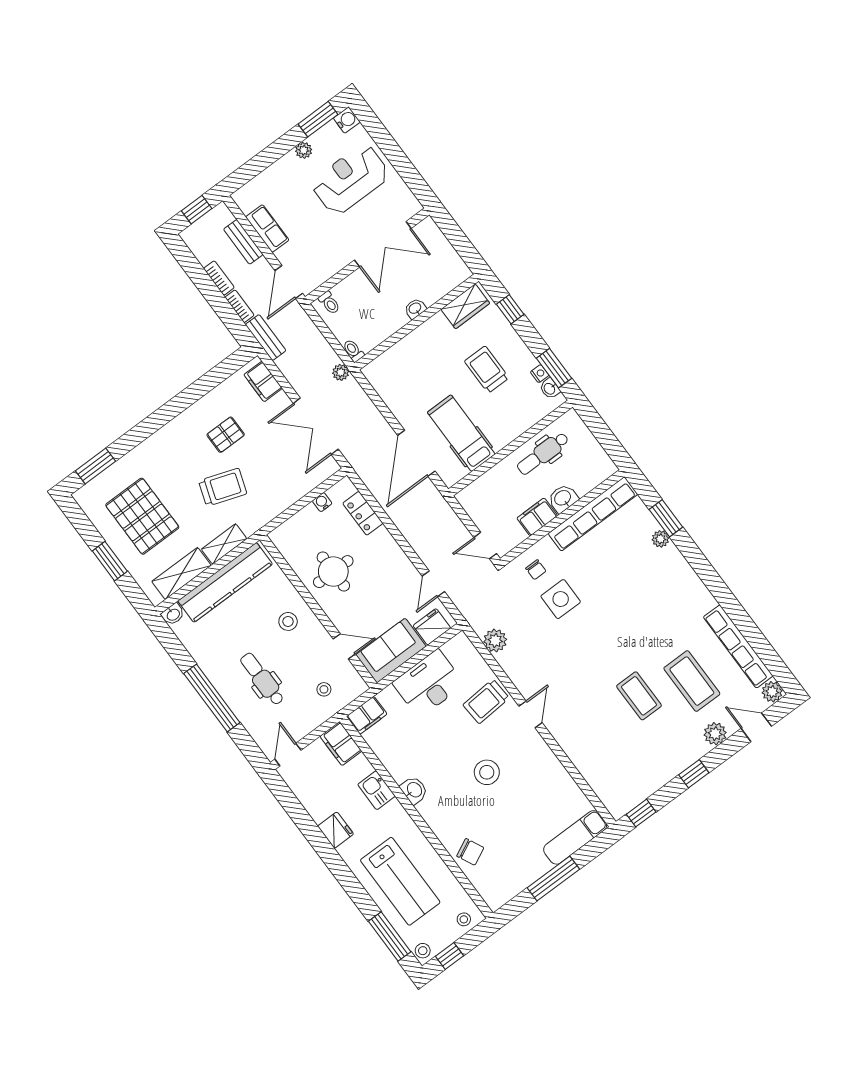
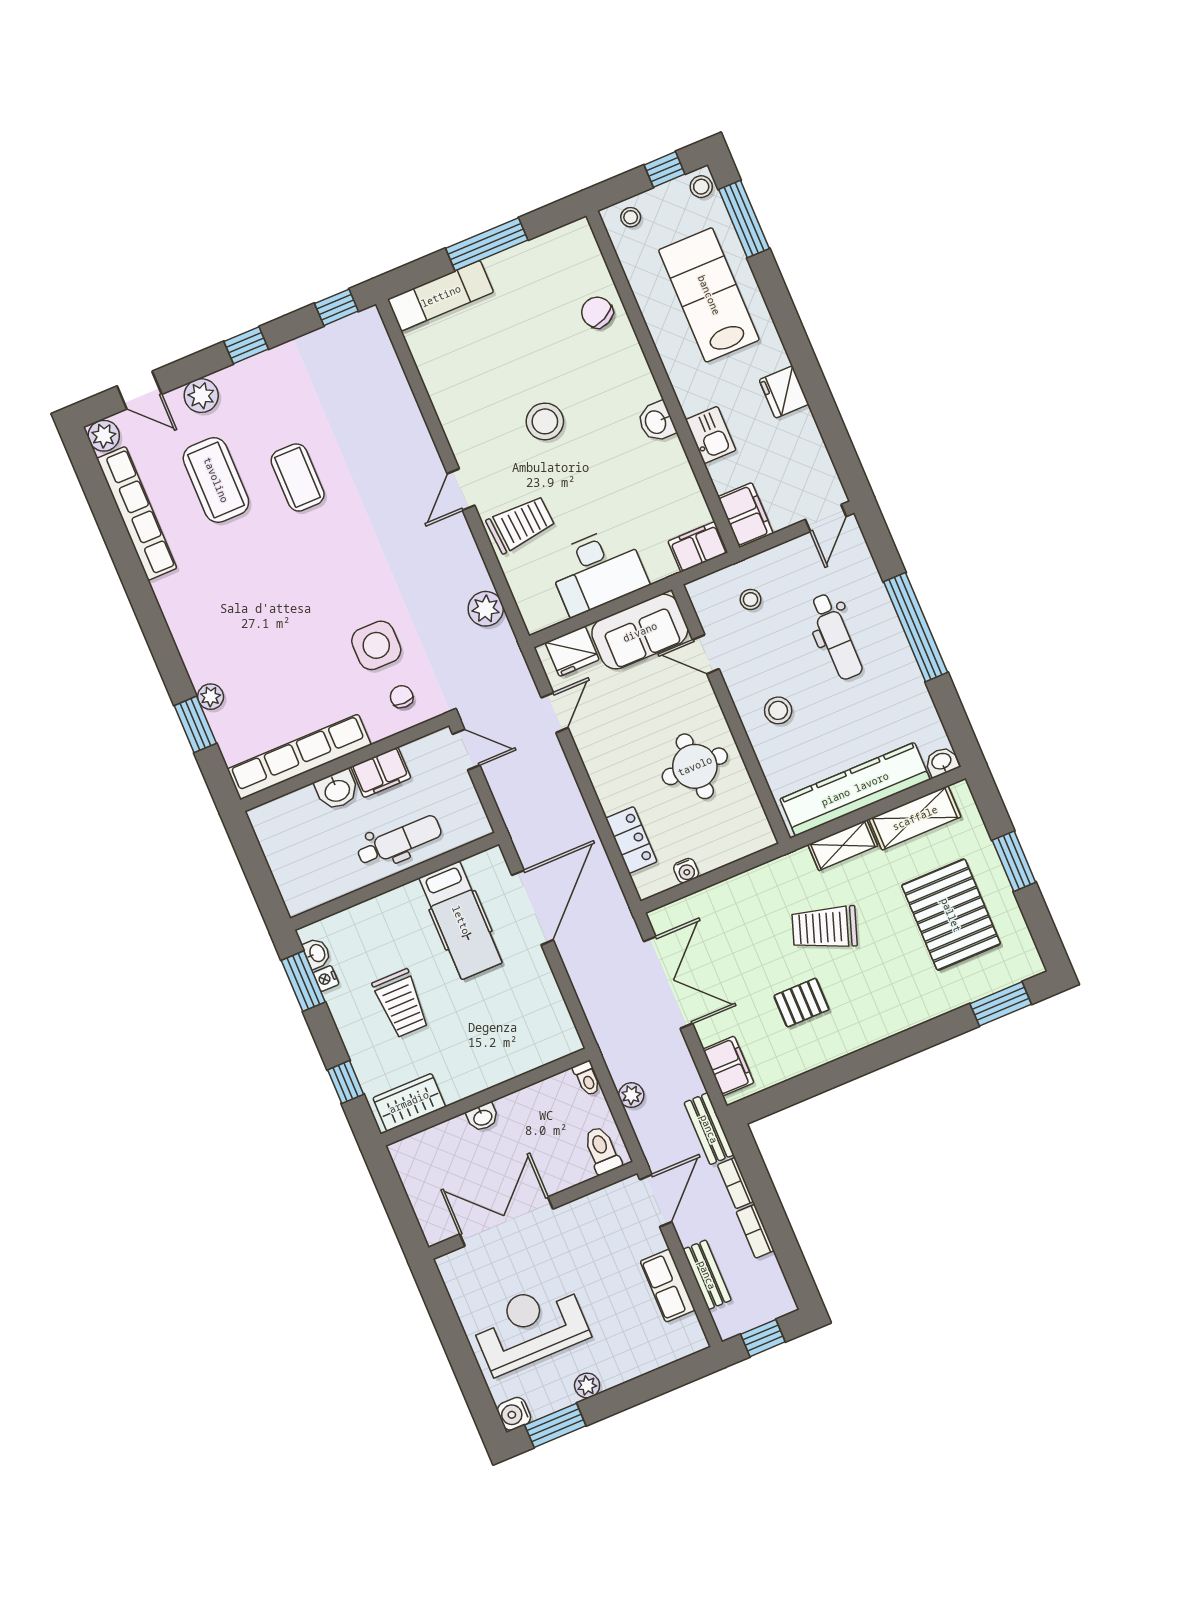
reception desk: (350, 179) -> (530, 1327), turned 180
toilet: (329, 303) -> (602, 1150), width x1.37, depth x1.39
plant: (341, 372) -> (631, 1095), moved
dental chair: (543, 454) -> (399, 841), moved

